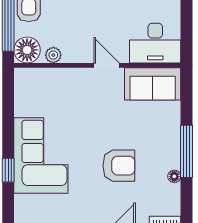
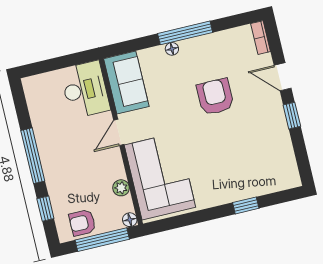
floor lamp: (27, 50) -> (130, 220), width x0.53, depth x0.53
corner sofa: (41, 155) -> (160, 176), moved, turned 90
floor lamp: (174, 176) -> (172, 49), moved

